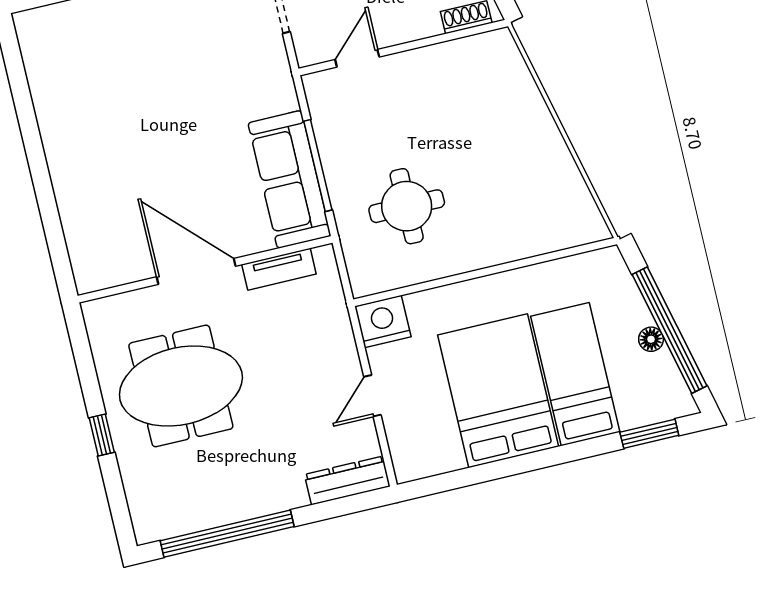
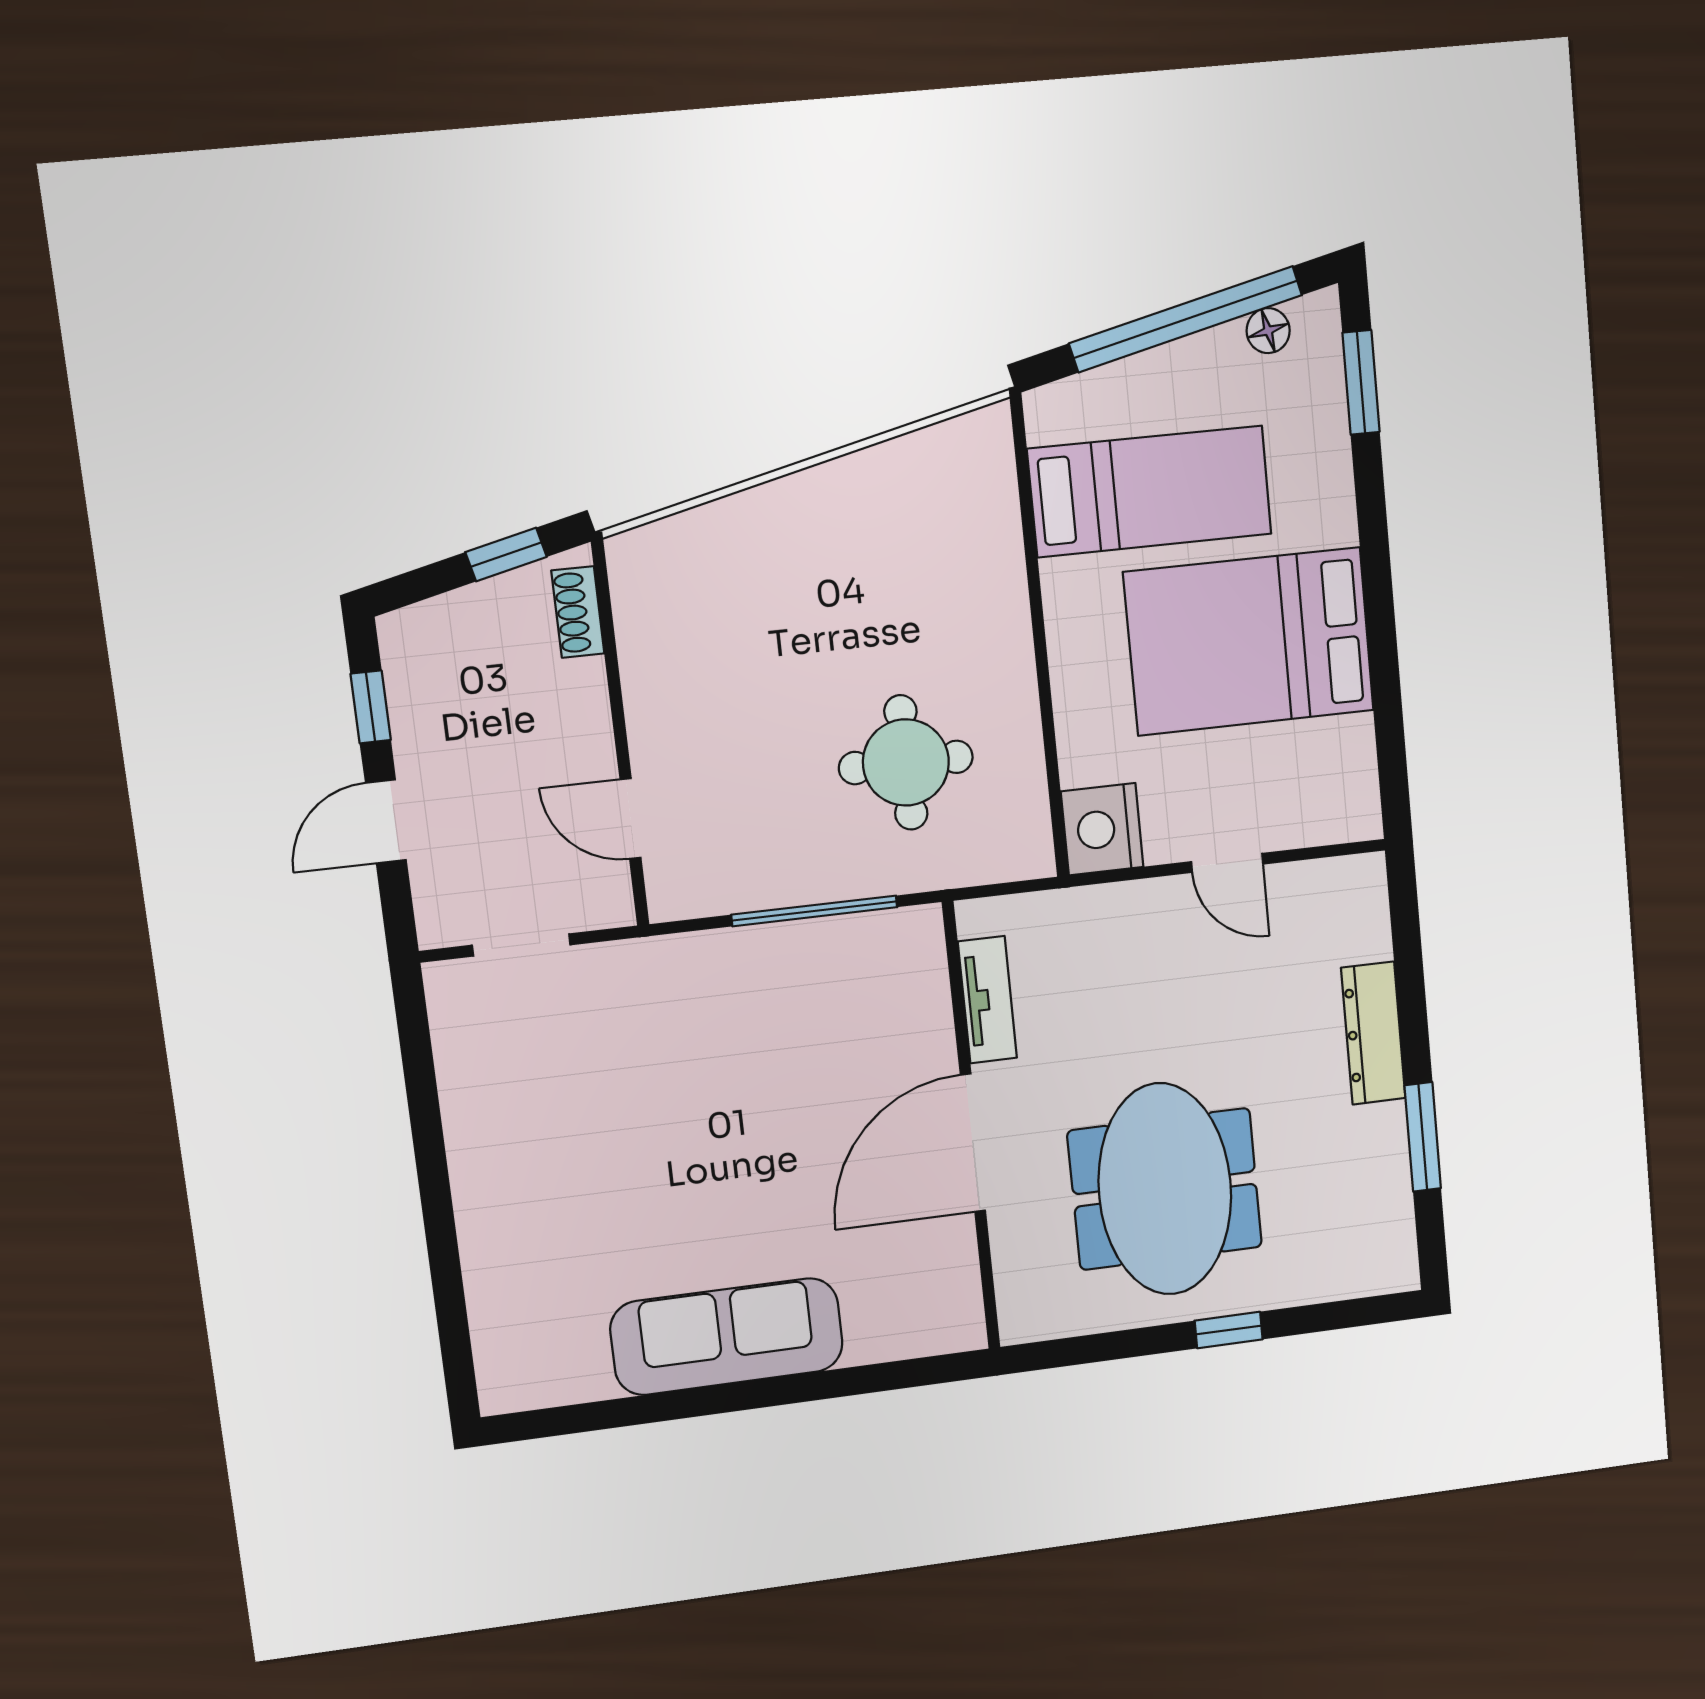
sofa: (289, 179) -> (727, 1337), moved, turned 180
floor lamp: (651, 339) -> (1268, 331), moved
bed: (575, 374) -> (1150, 491), moved, turned 180
dresser: (347, 480) -> (1373, 1033), moved
window: (227, 534) -> (1423, 1137), width x0.47

